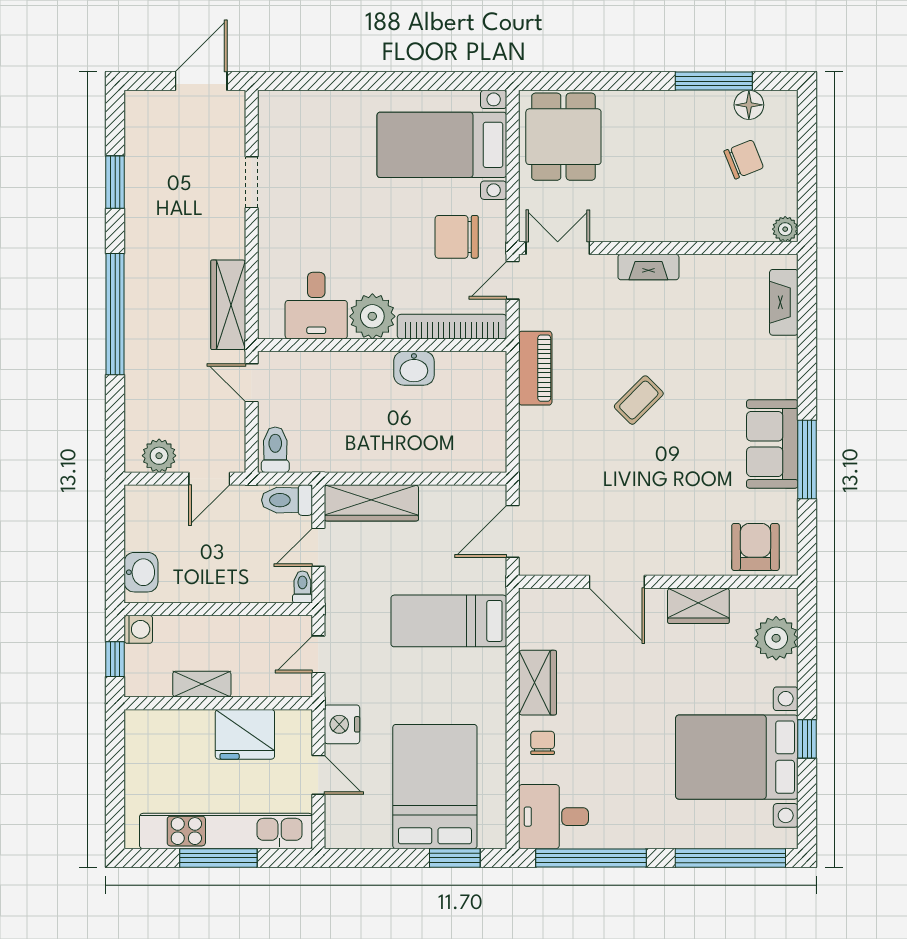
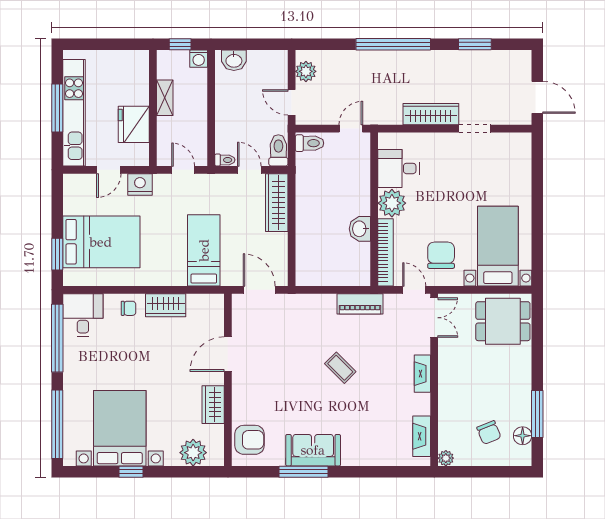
fireplace: (784, 302) -> (422, 436), moved, turned -90
wardrobe: (228, 305) -> (431, 114), moved

